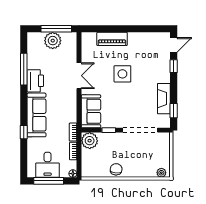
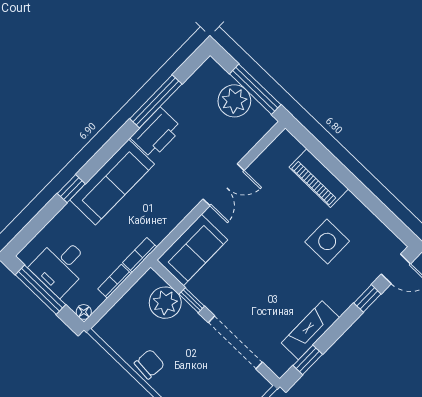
side table: (122, 74) -> (327, 241), moved
plant: (90, 141) -> (165, 303), moved

